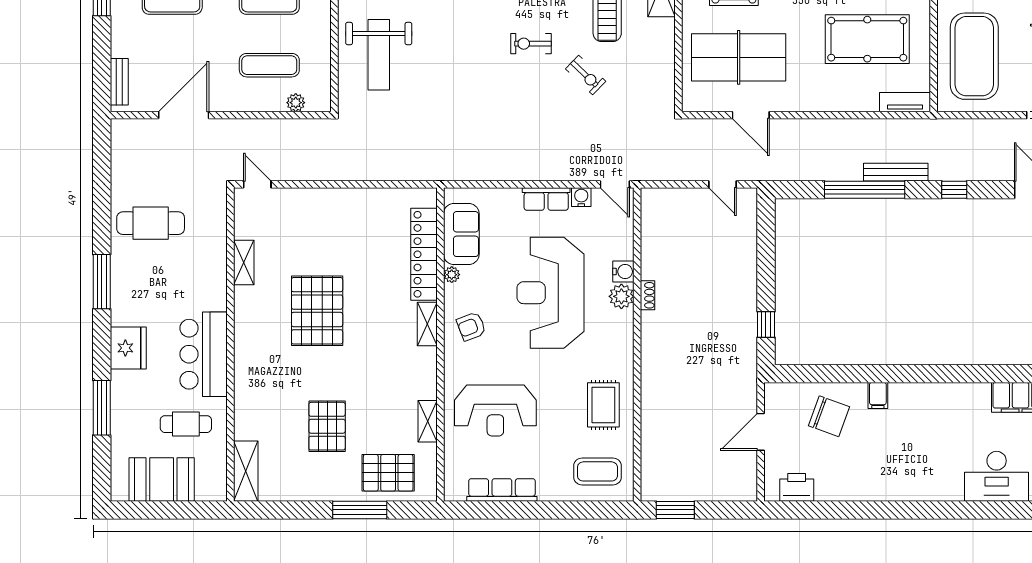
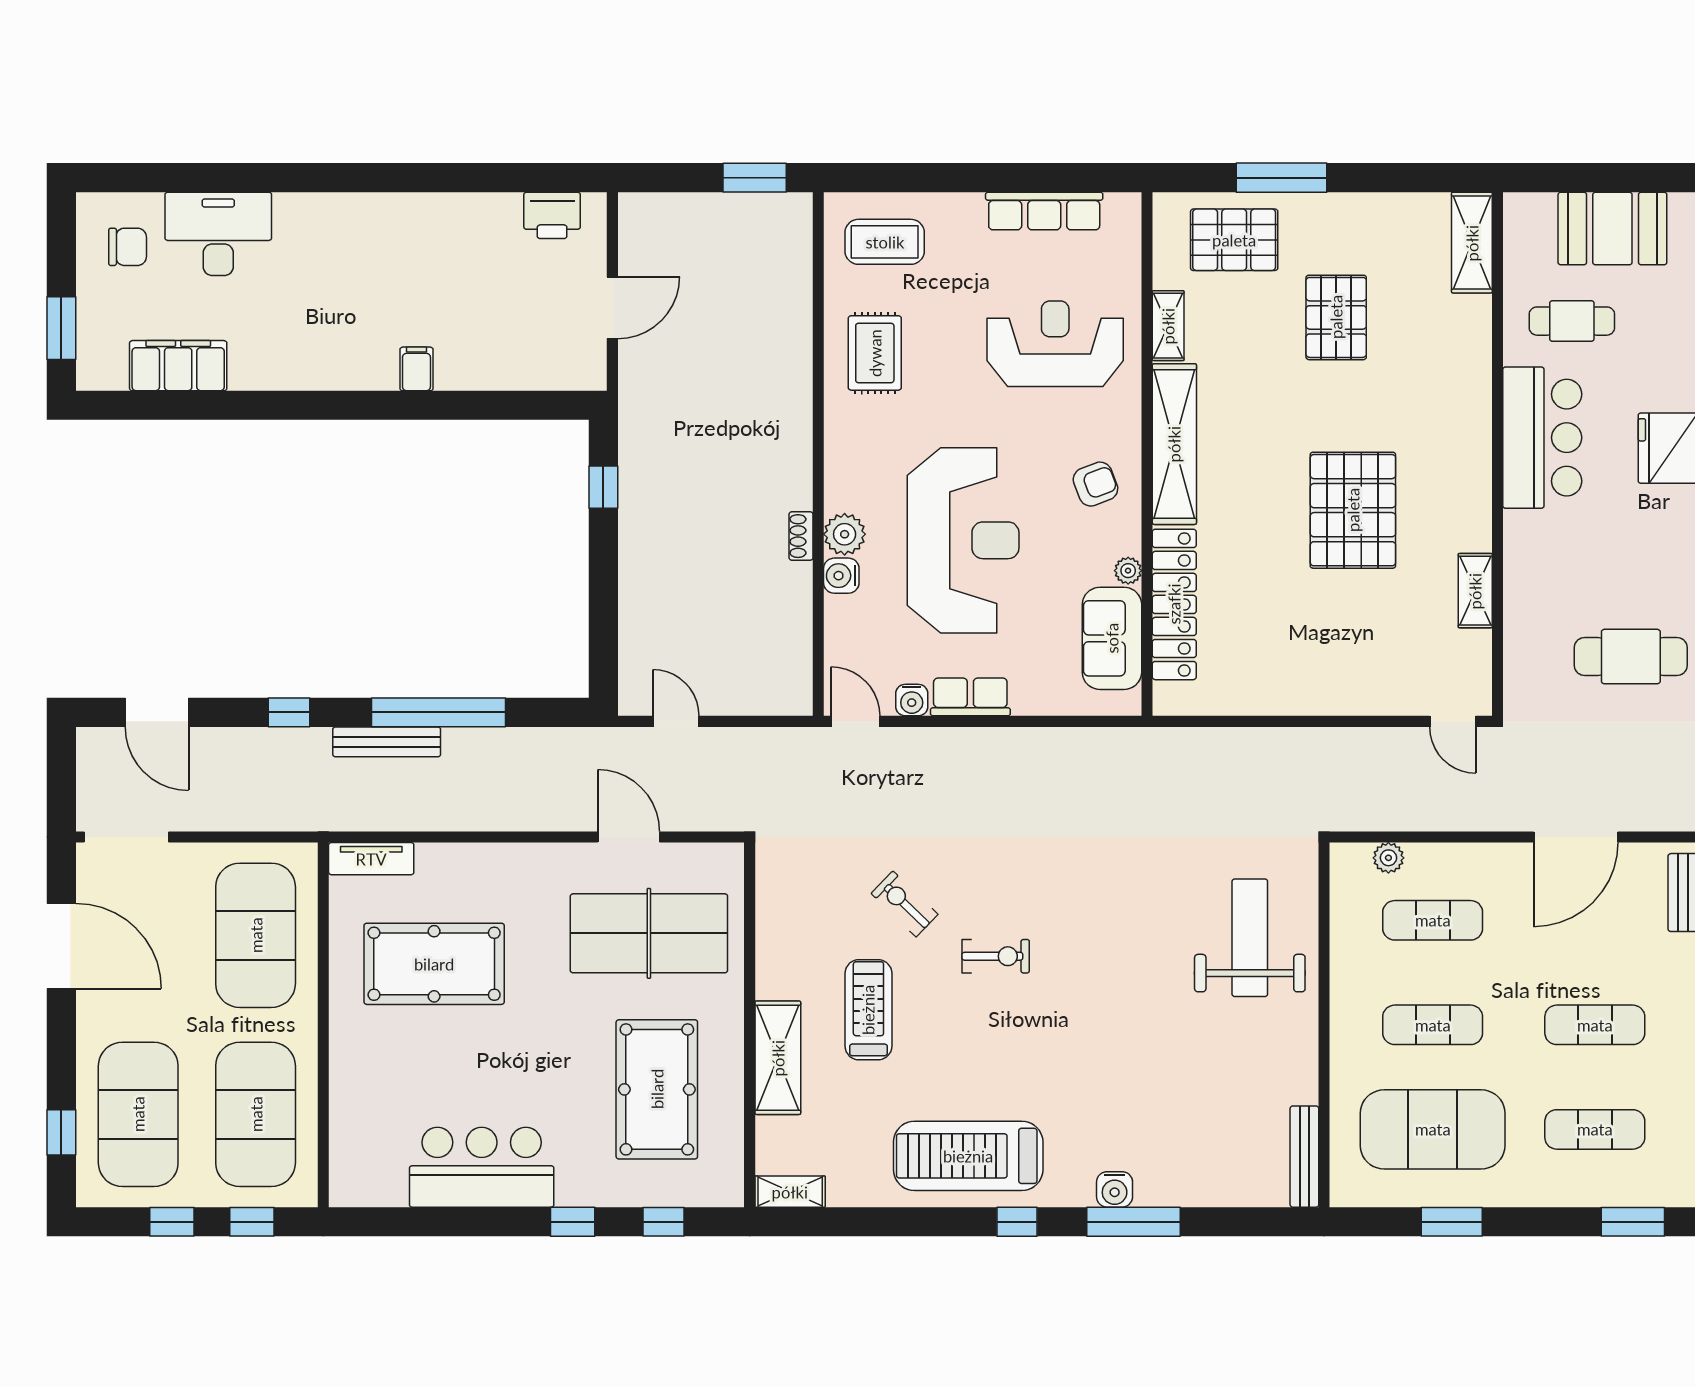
shelving: (427, 324) -> (1174, 444), width x2.20, depth x1.33
chair: (829, 416) -> (498, 334), removed

